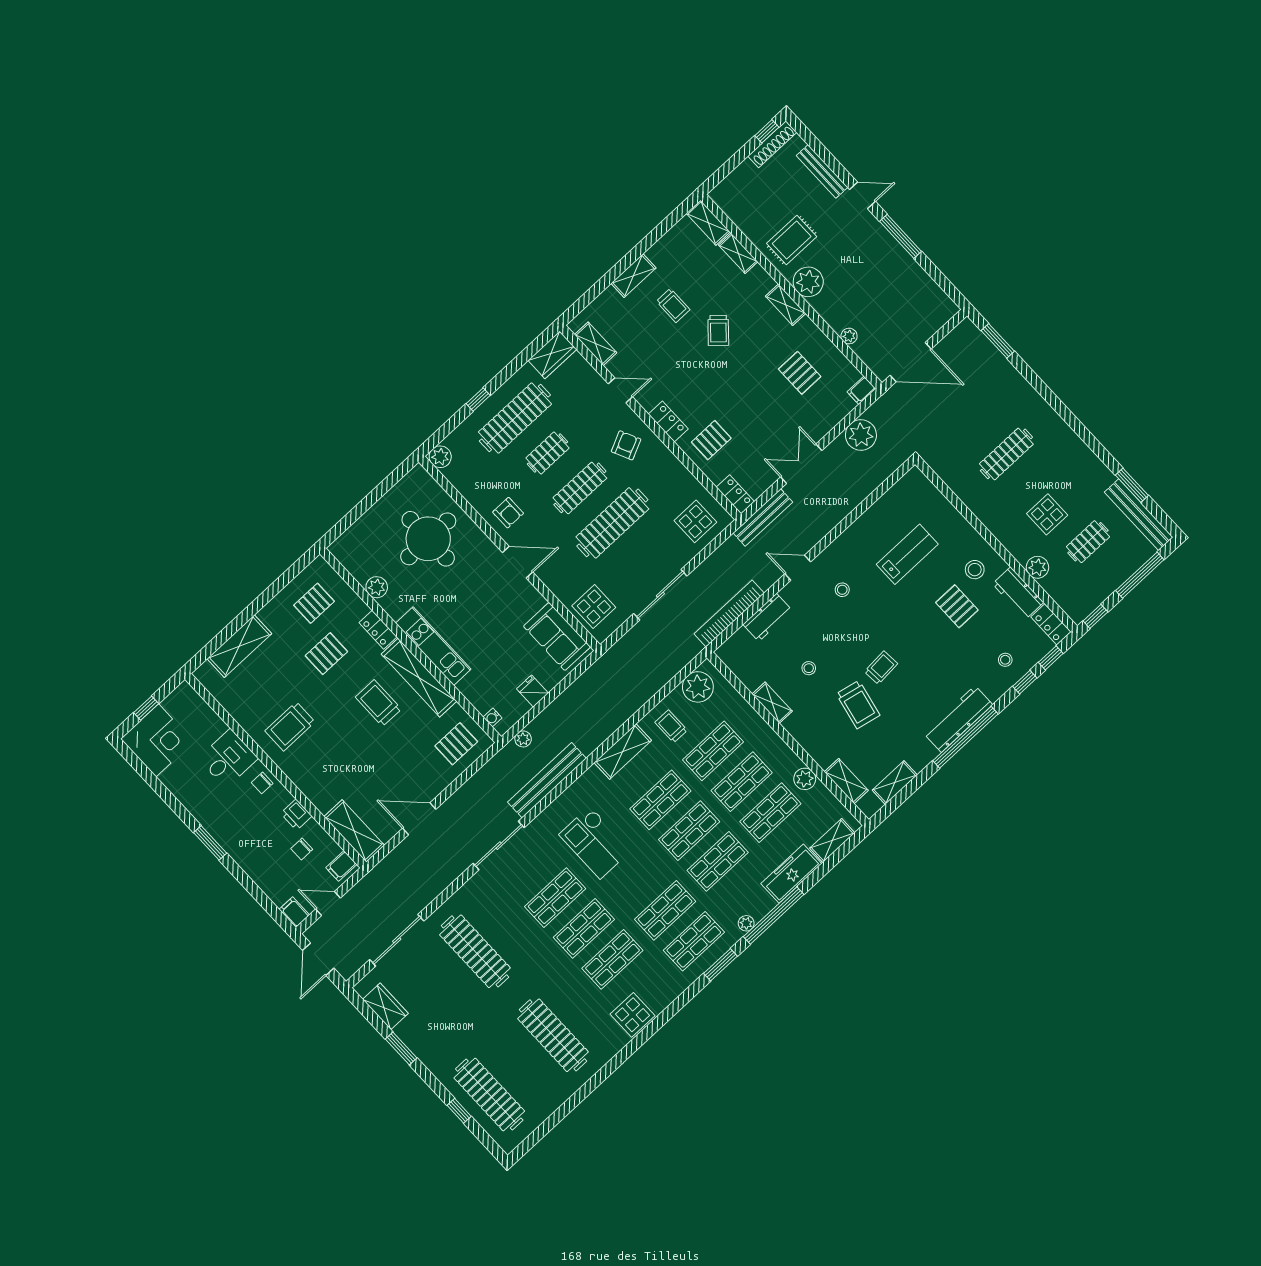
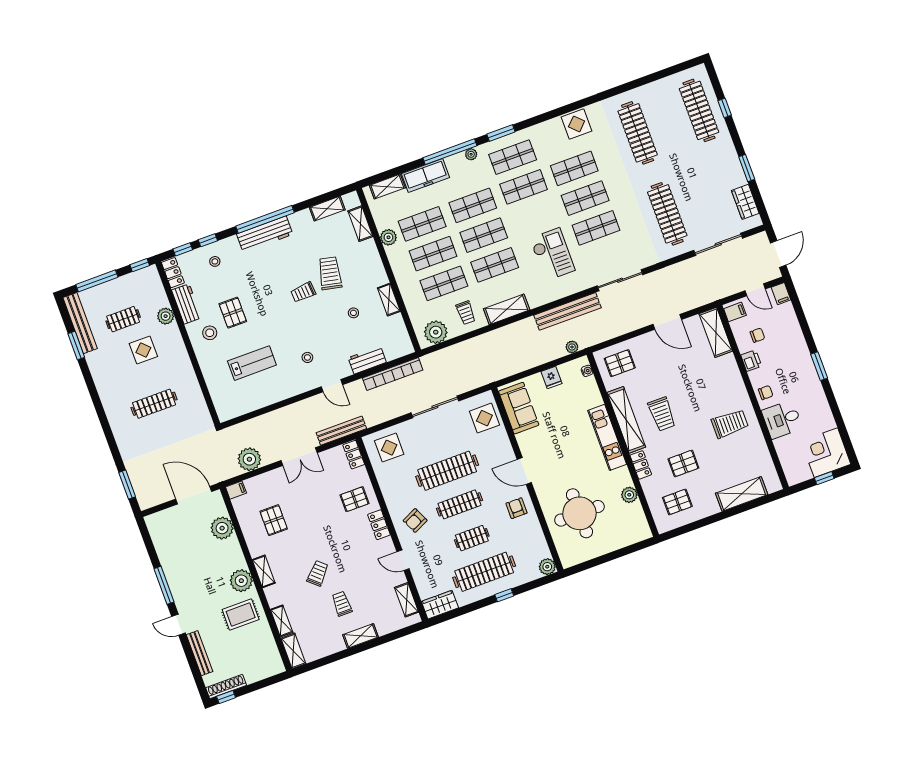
plant: (849, 336) -> (222, 528), width x1.87, depth x1.87
lab bench: (907, 554) -> (252, 363), turned 180

